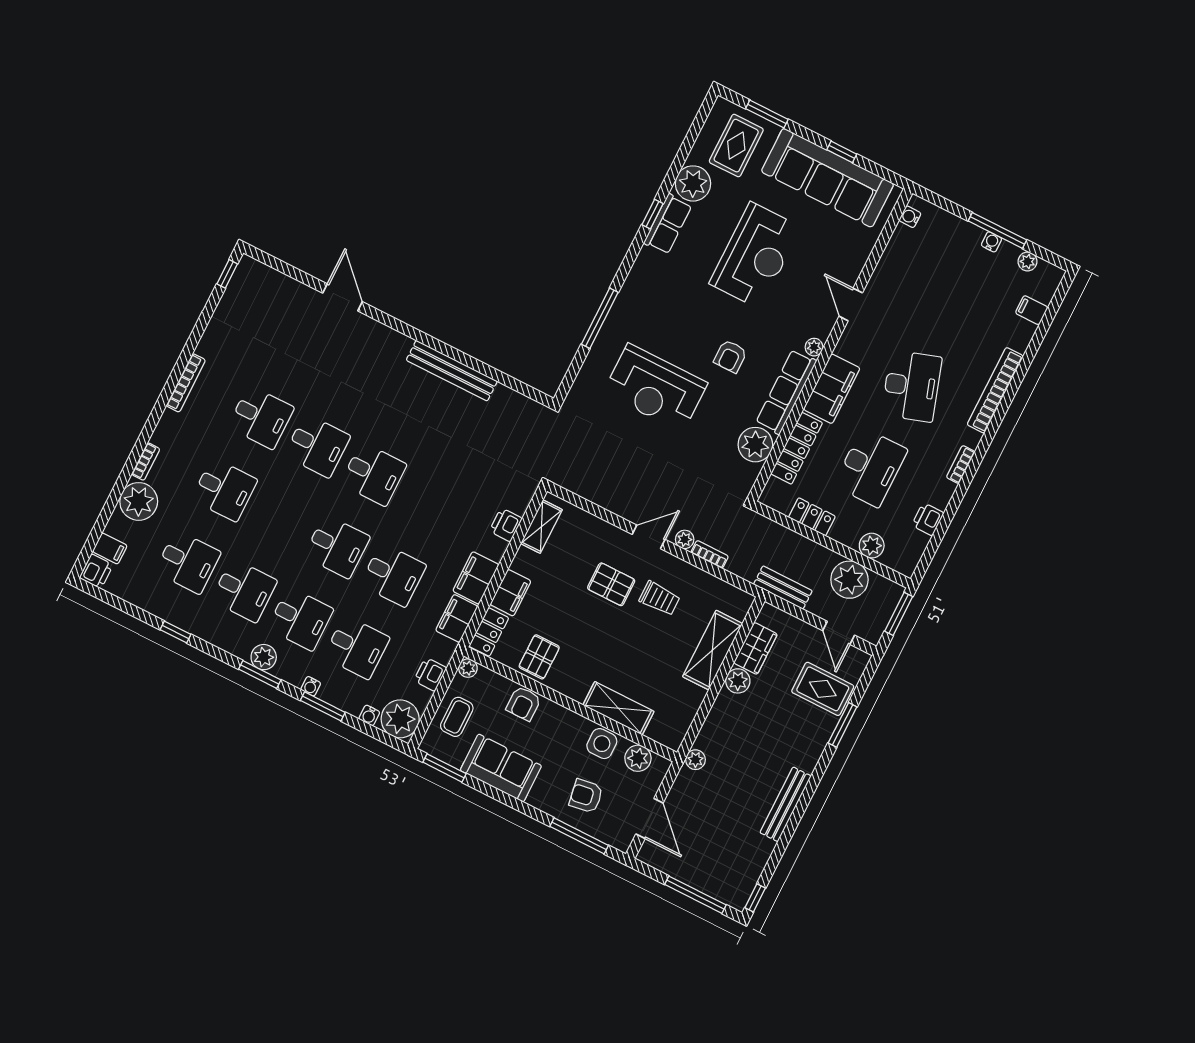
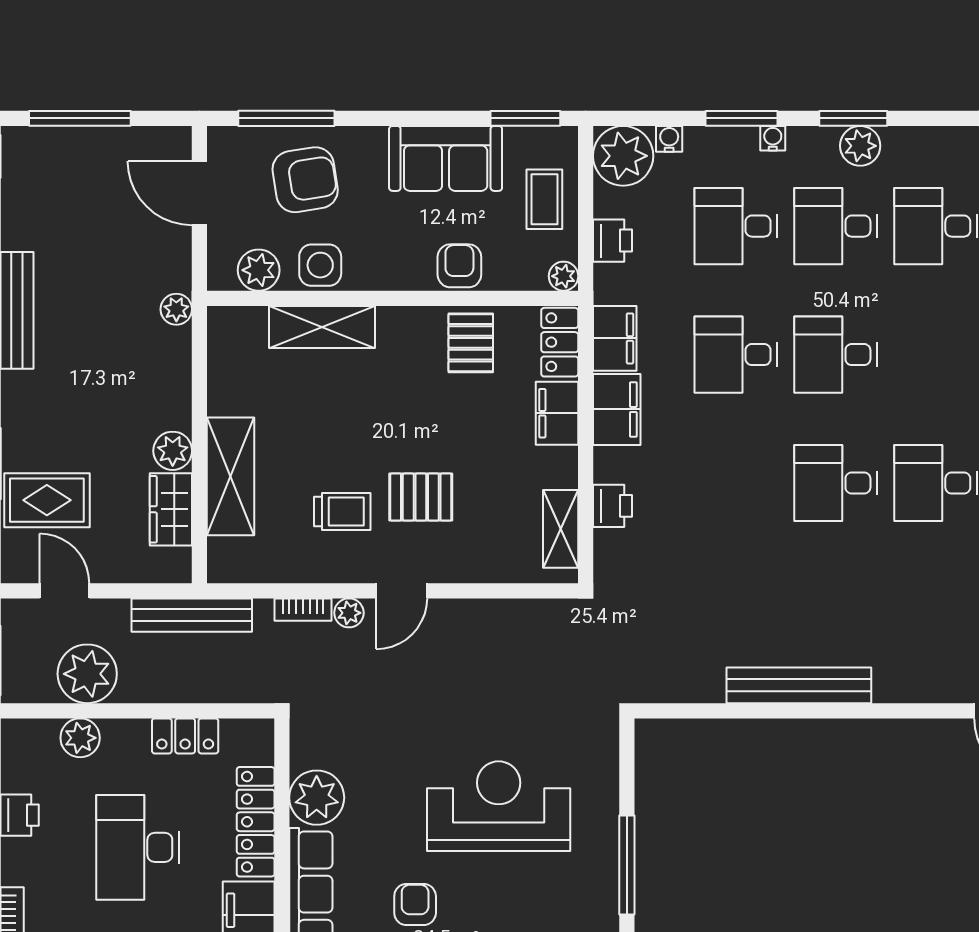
bench: (783, 588) -> (192, 615), width x1.36
trolley: (660, 598) -> (342, 512), turned 180
armchair: (586, 796) -> (305, 180), width x1.38, depth x1.38

